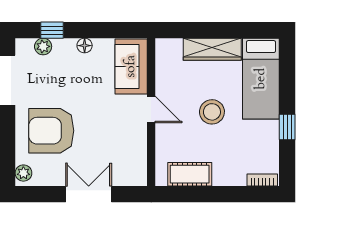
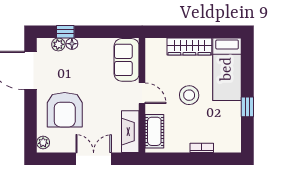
floor lamp: (85, 46) -> (72, 44), moved
armchair: (51, 131) -> (65, 110), turned -90
fireplace: (136, 159) -> (130, 132), added
cot: (190, 174) -> (154, 131), moved, turned 90
bookcase: (262, 180) -> (202, 148), moved

